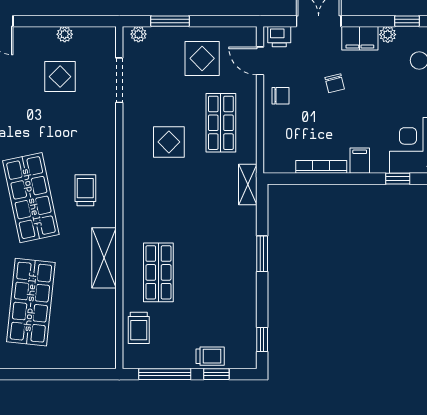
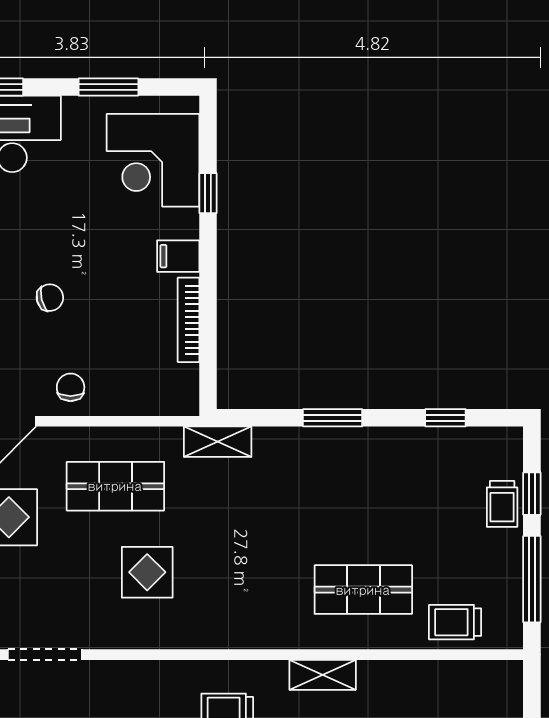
shelving: (104, 258) -> (323, 675), width x0.67, depth x0.75
trolley: (139, 328) -> (455, 622), turned 180
window: (262, 339) -> (445, 418), moved
trolley: (210, 356) -> (502, 504), turned 180

